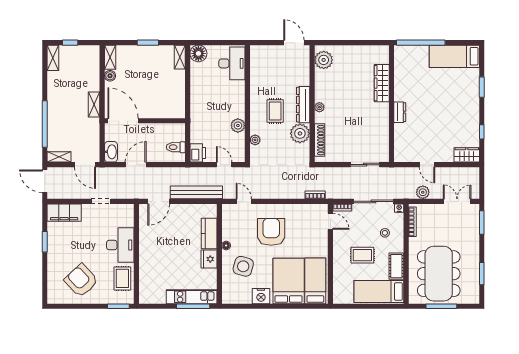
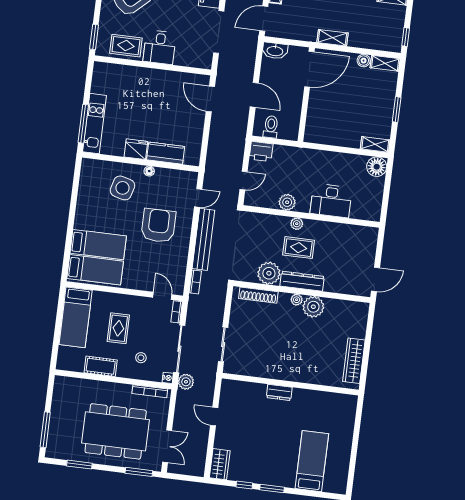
window: (70, 43) -> (406, 37), moved
window: (421, 43) -> (357, 427), removed
bed: (454, 56) -> (312, 461), moved
plant: (324, 60) -> (313, 307), moved
desk: (232, 63) -> (331, 201), moved
wardrobe: (382, 83) -> (354, 361), moved, turned -90
window: (482, 87) -> (272, 489), moved
plant: (255, 140) -> (297, 224), moved
door: (136, 165) -> (254, 95), moved
door: (427, 165) -> (214, 417), hinge flipped
bench: (196, 192) -> (203, 239), moved
plant: (423, 192) -> (186, 382), moved
doorway: (101, 201) -> (219, 32), width x1.88
door: (330, 221) -> (162, 296), swing flipped
armchair: (271, 232) -> (158, 226), turned -90
desk: (120, 245) -> (160, 47), width x0.73
dining table: (439, 274) -> (116, 431), moved
bed: (289, 281) -> (98, 245), width x0.67
bed: (379, 292) -> (76, 317), moved, turned 180
nightstand: (261, 296) -> (85, 204), removed
window: (441, 306) -> (45, 430), moved

